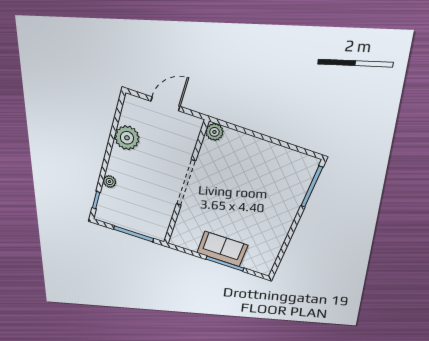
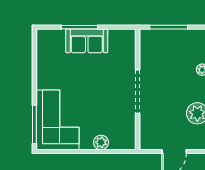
plant: (214, 132) -> (101, 142), moved
corner sofa: (284, 183) -> (57, 120), added

